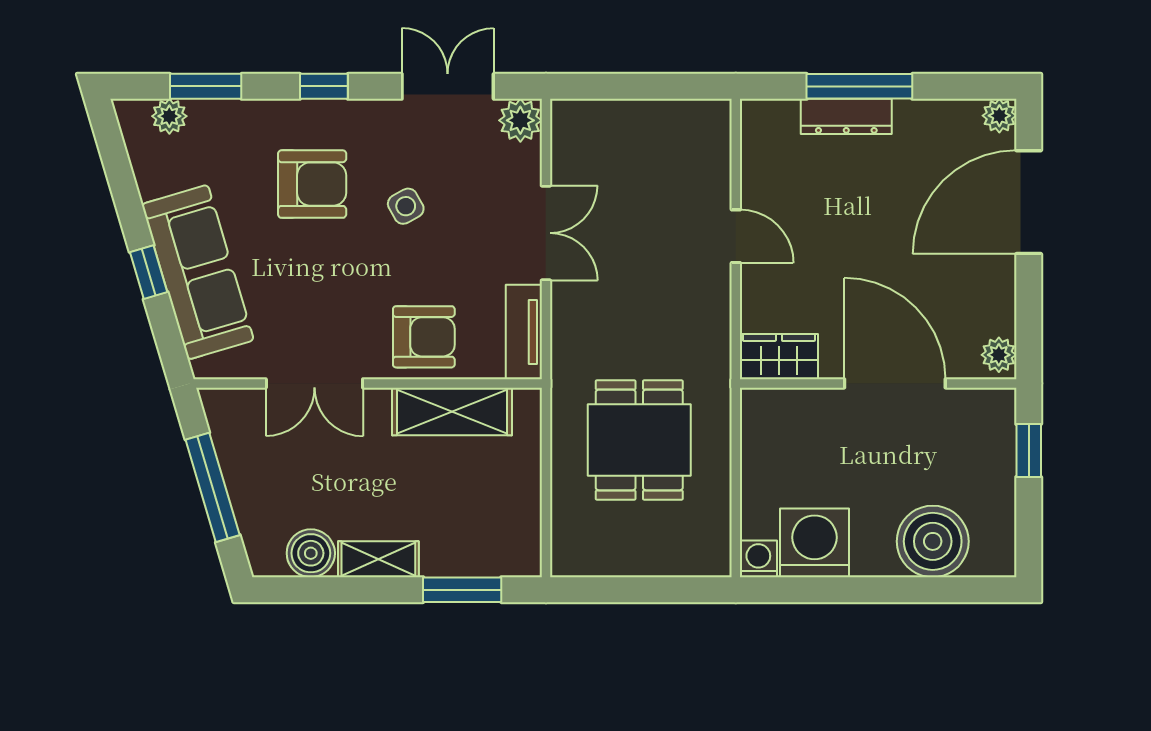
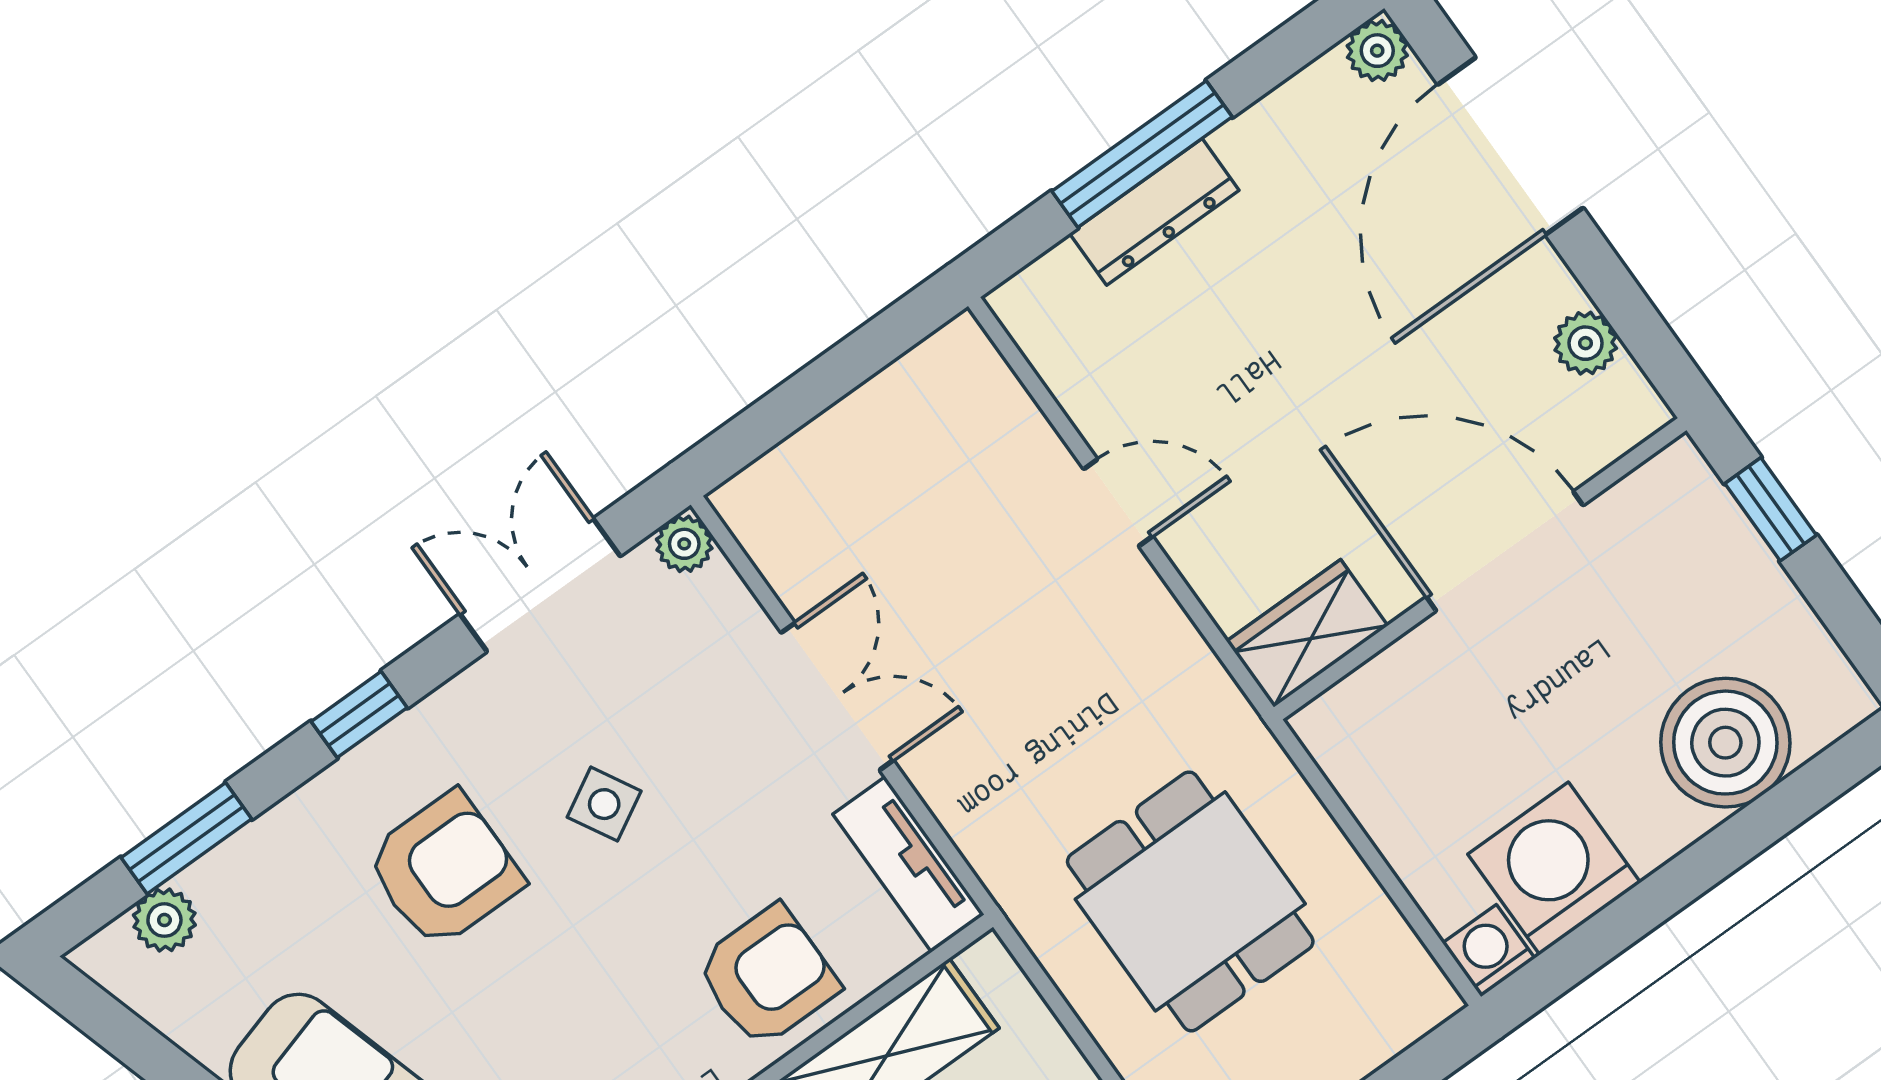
plant: (520, 120) -> (684, 544), width x0.73, depth x0.73
plant: (999, 355) -> (1586, 343), moved

